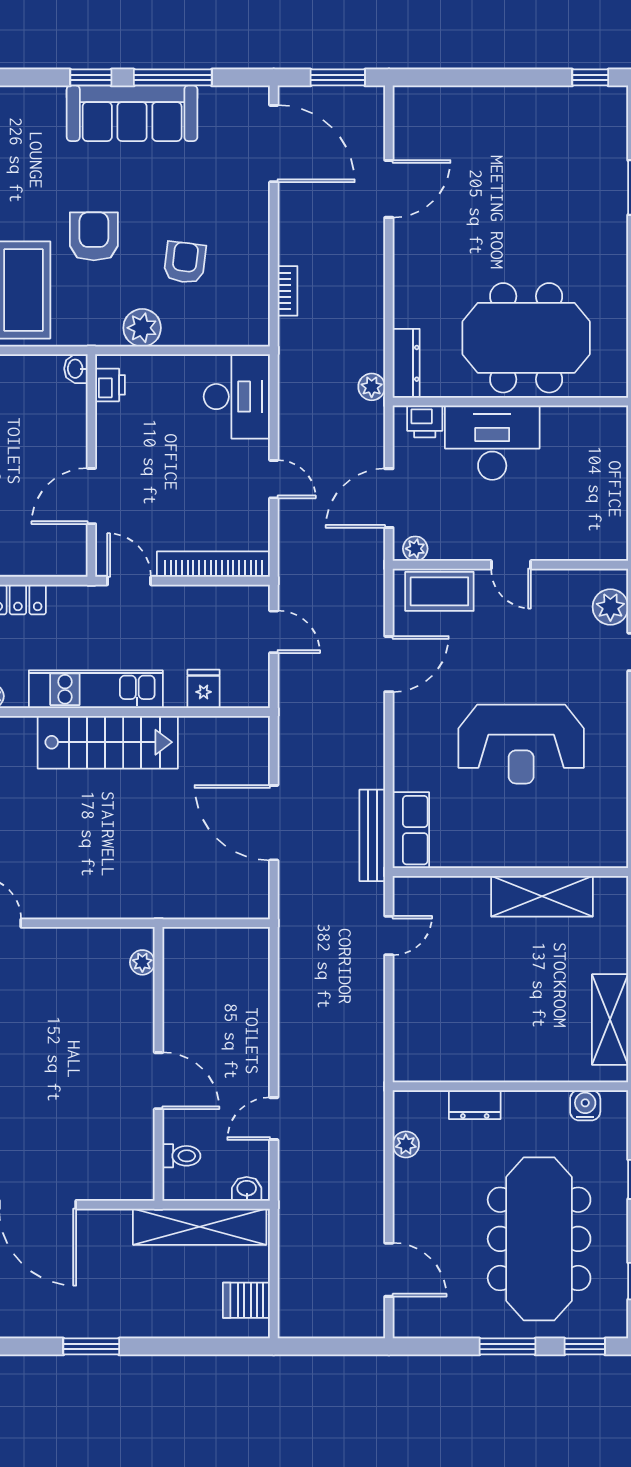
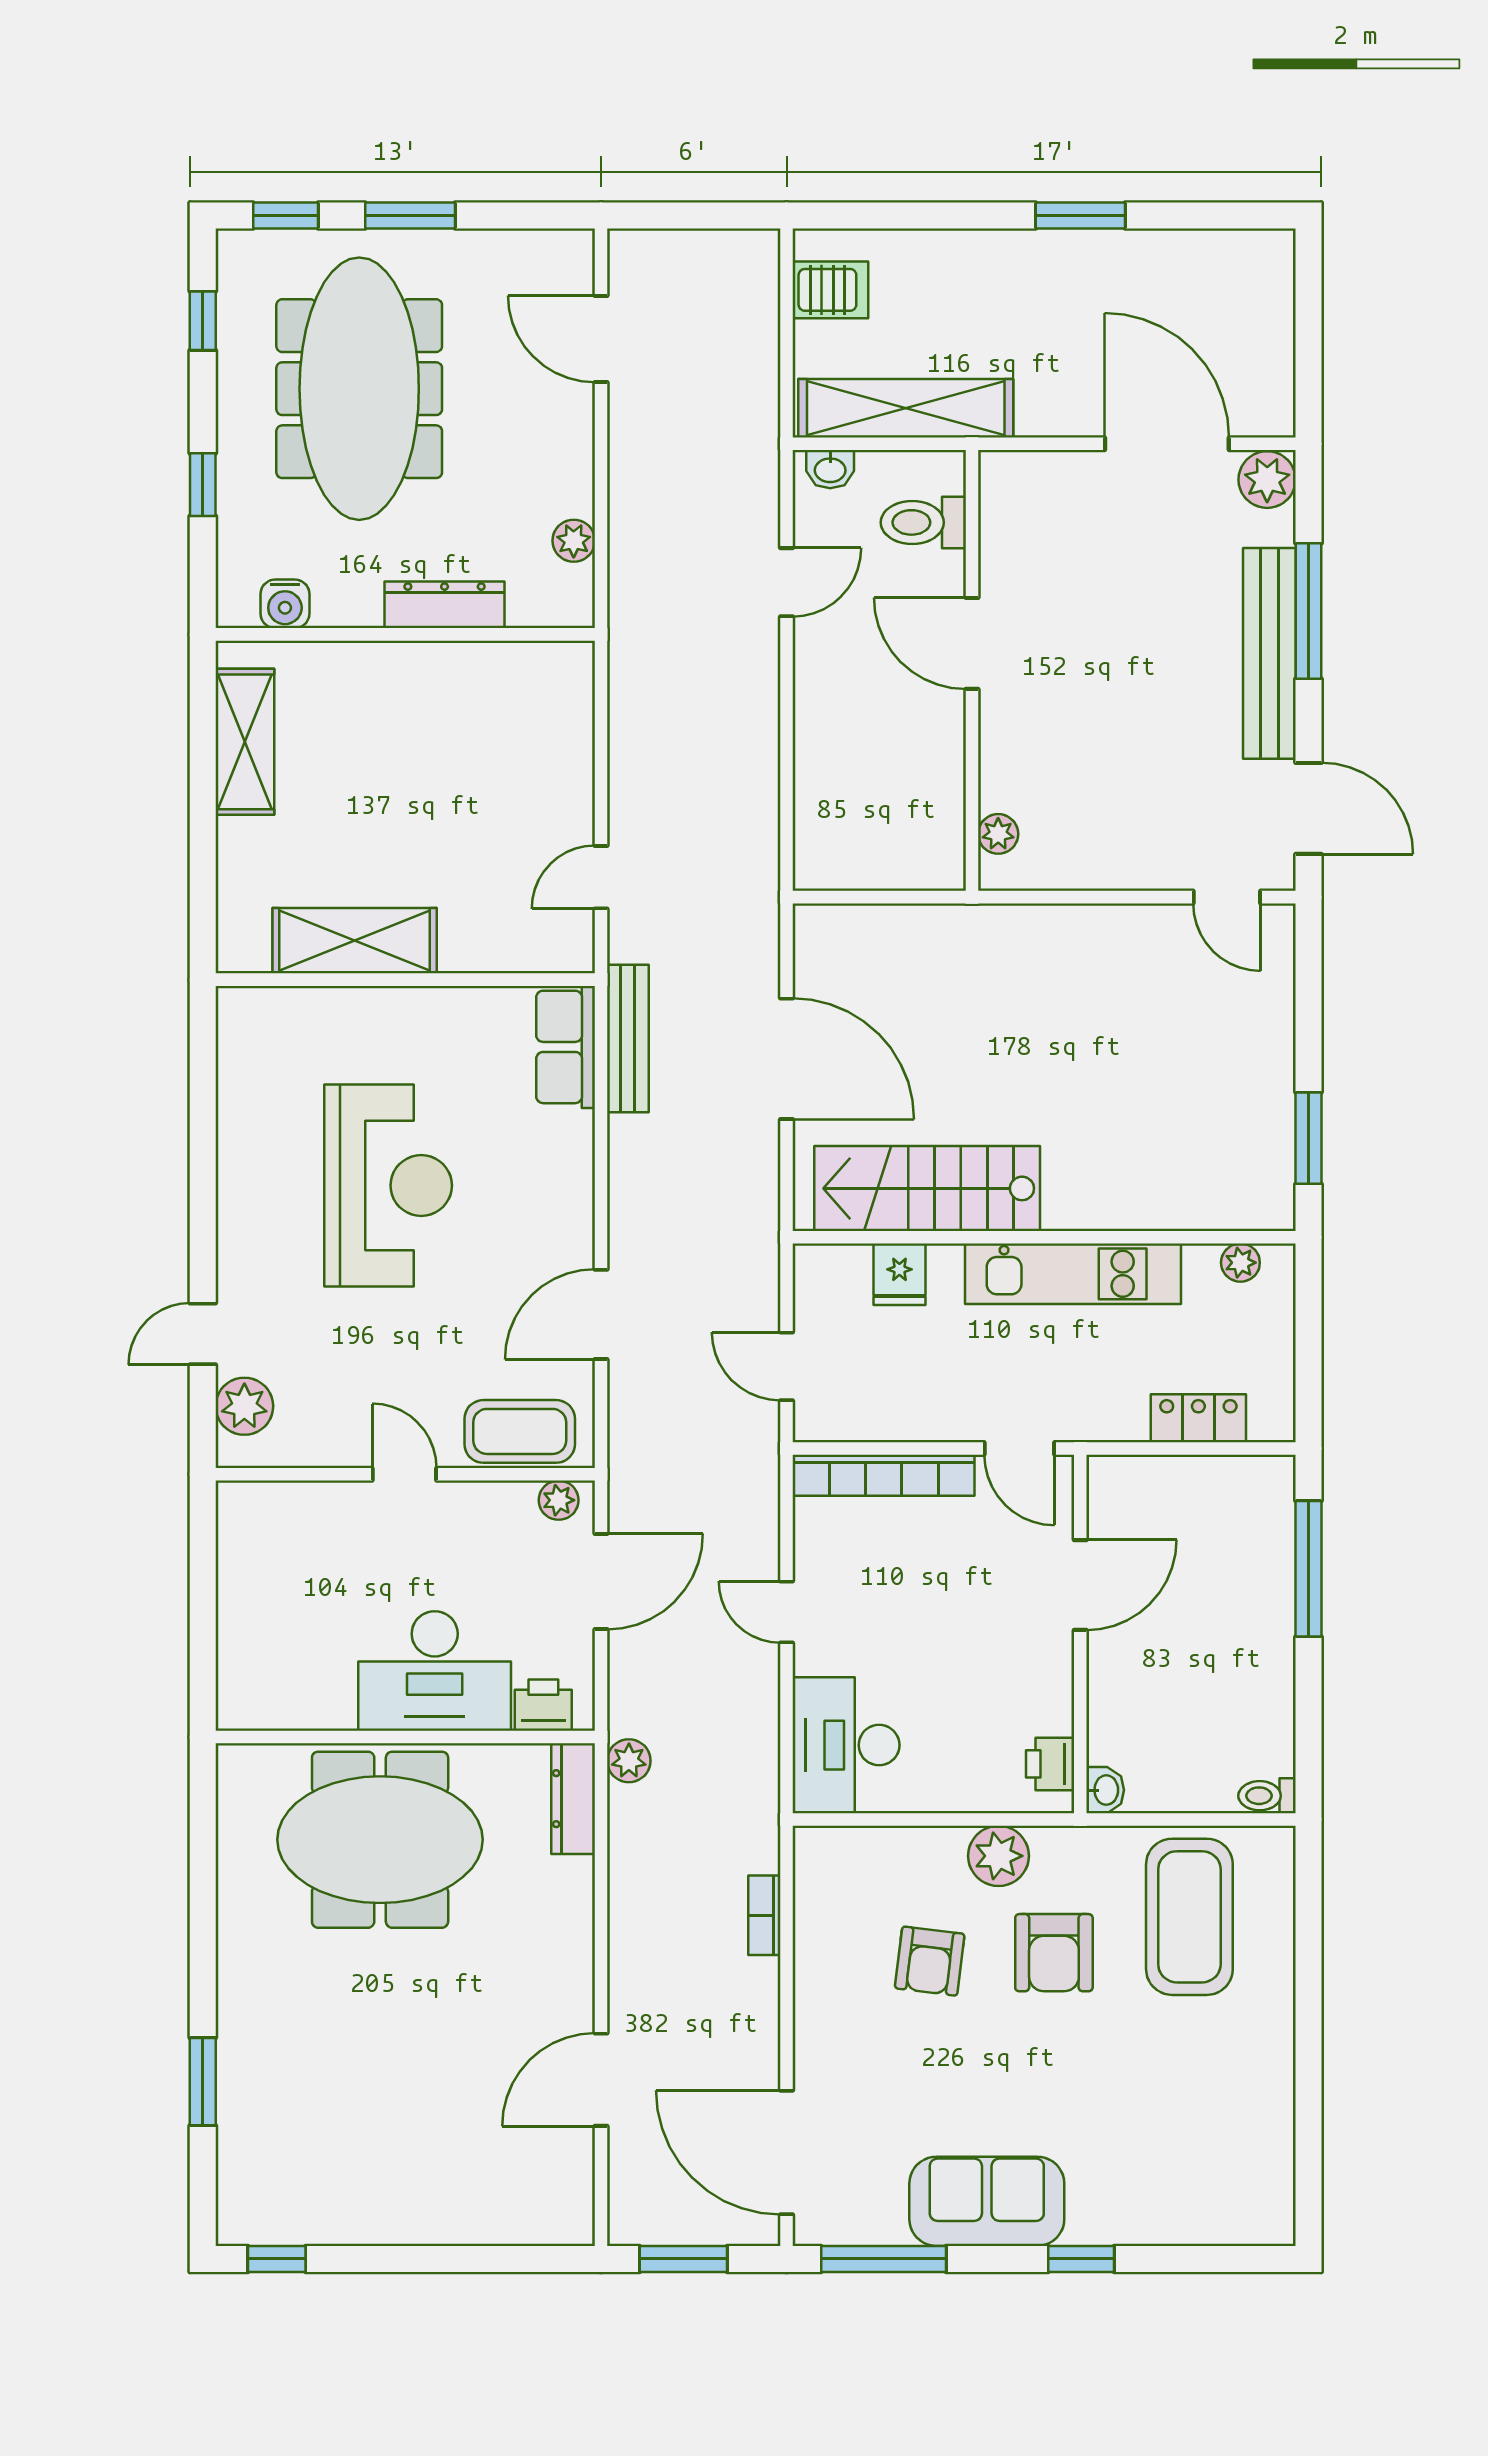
window: (173, 77) -> (884, 2259), moved
sofa: (132, 113) -> (987, 2201), width x0.73
armchair: (94, 236) -> (1054, 1953), moved
stairs: (108, 742) -> (927, 1188), moved
reception desk: (521, 744) -> (388, 1185), turned 90
dresser: (475, 1105) -> (445, 605), width x1.44
toilet: (181, 1156) -> (923, 522), width x1.37, depth x1.39

